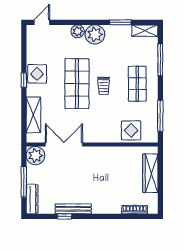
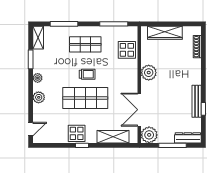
door: (42, 22) -> (31, 129), swing flipped
plant: (95, 35) -> (38, 78), width x0.53, depth x0.53
plant: (105, 155) -> (149, 73), added

